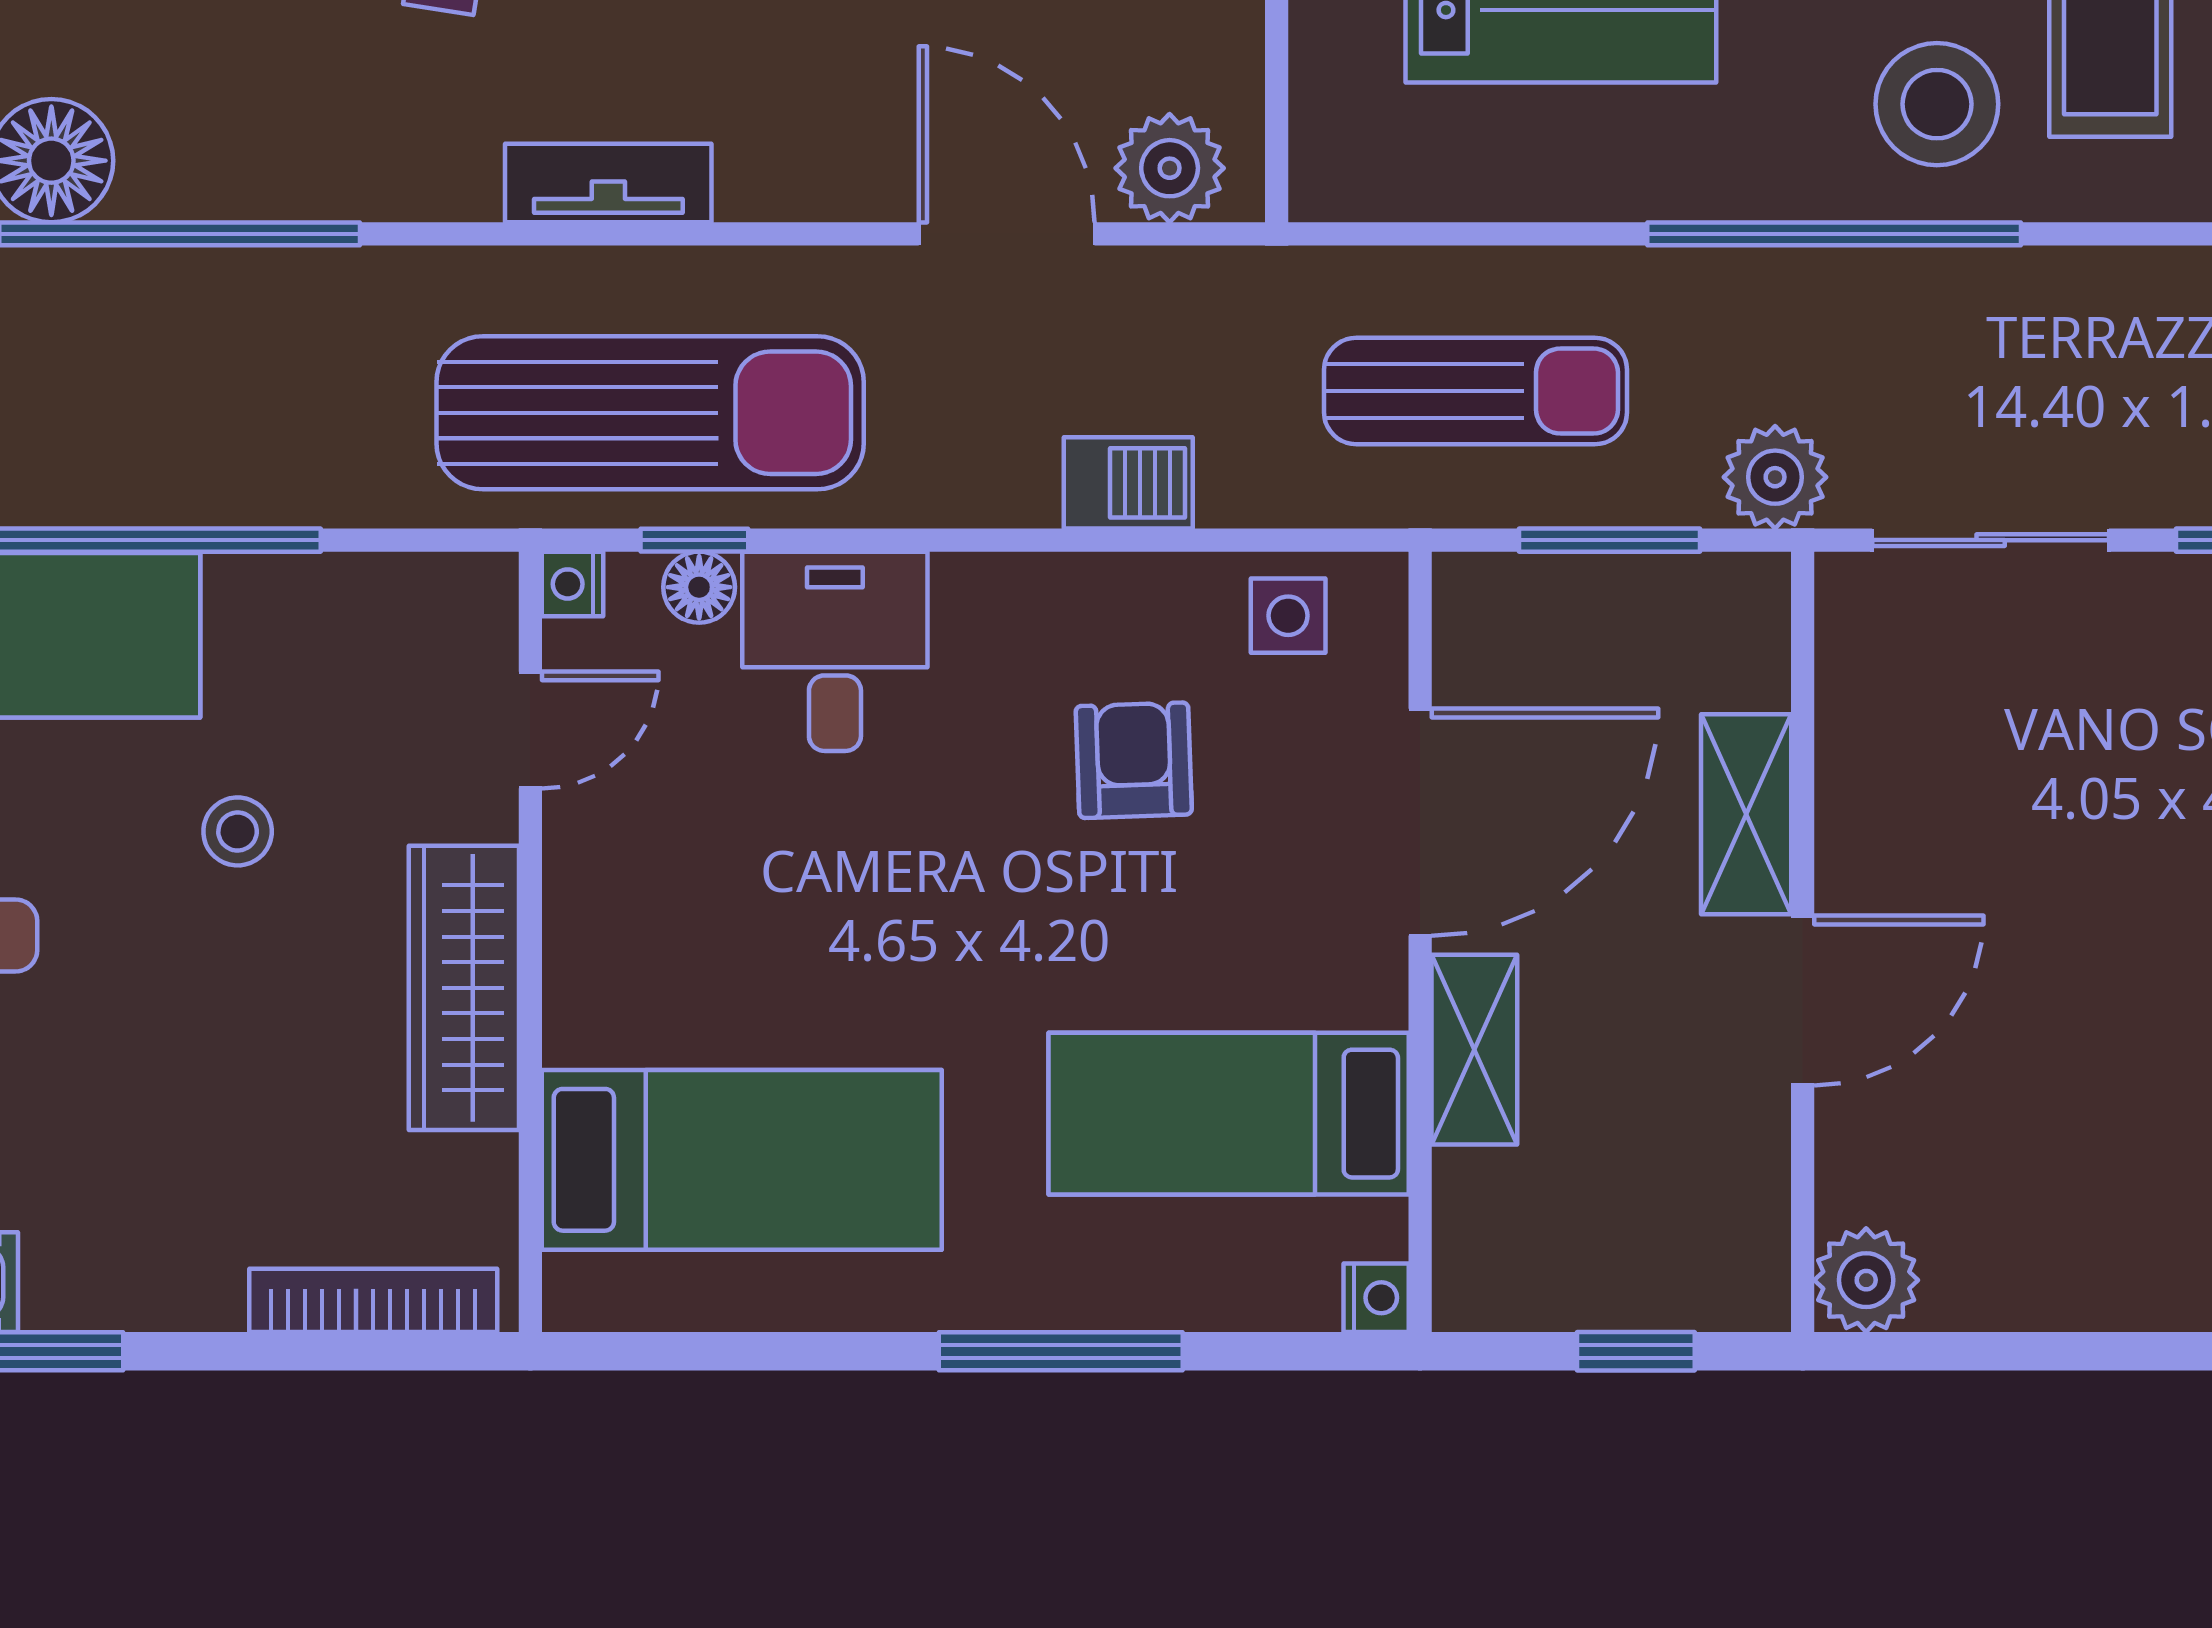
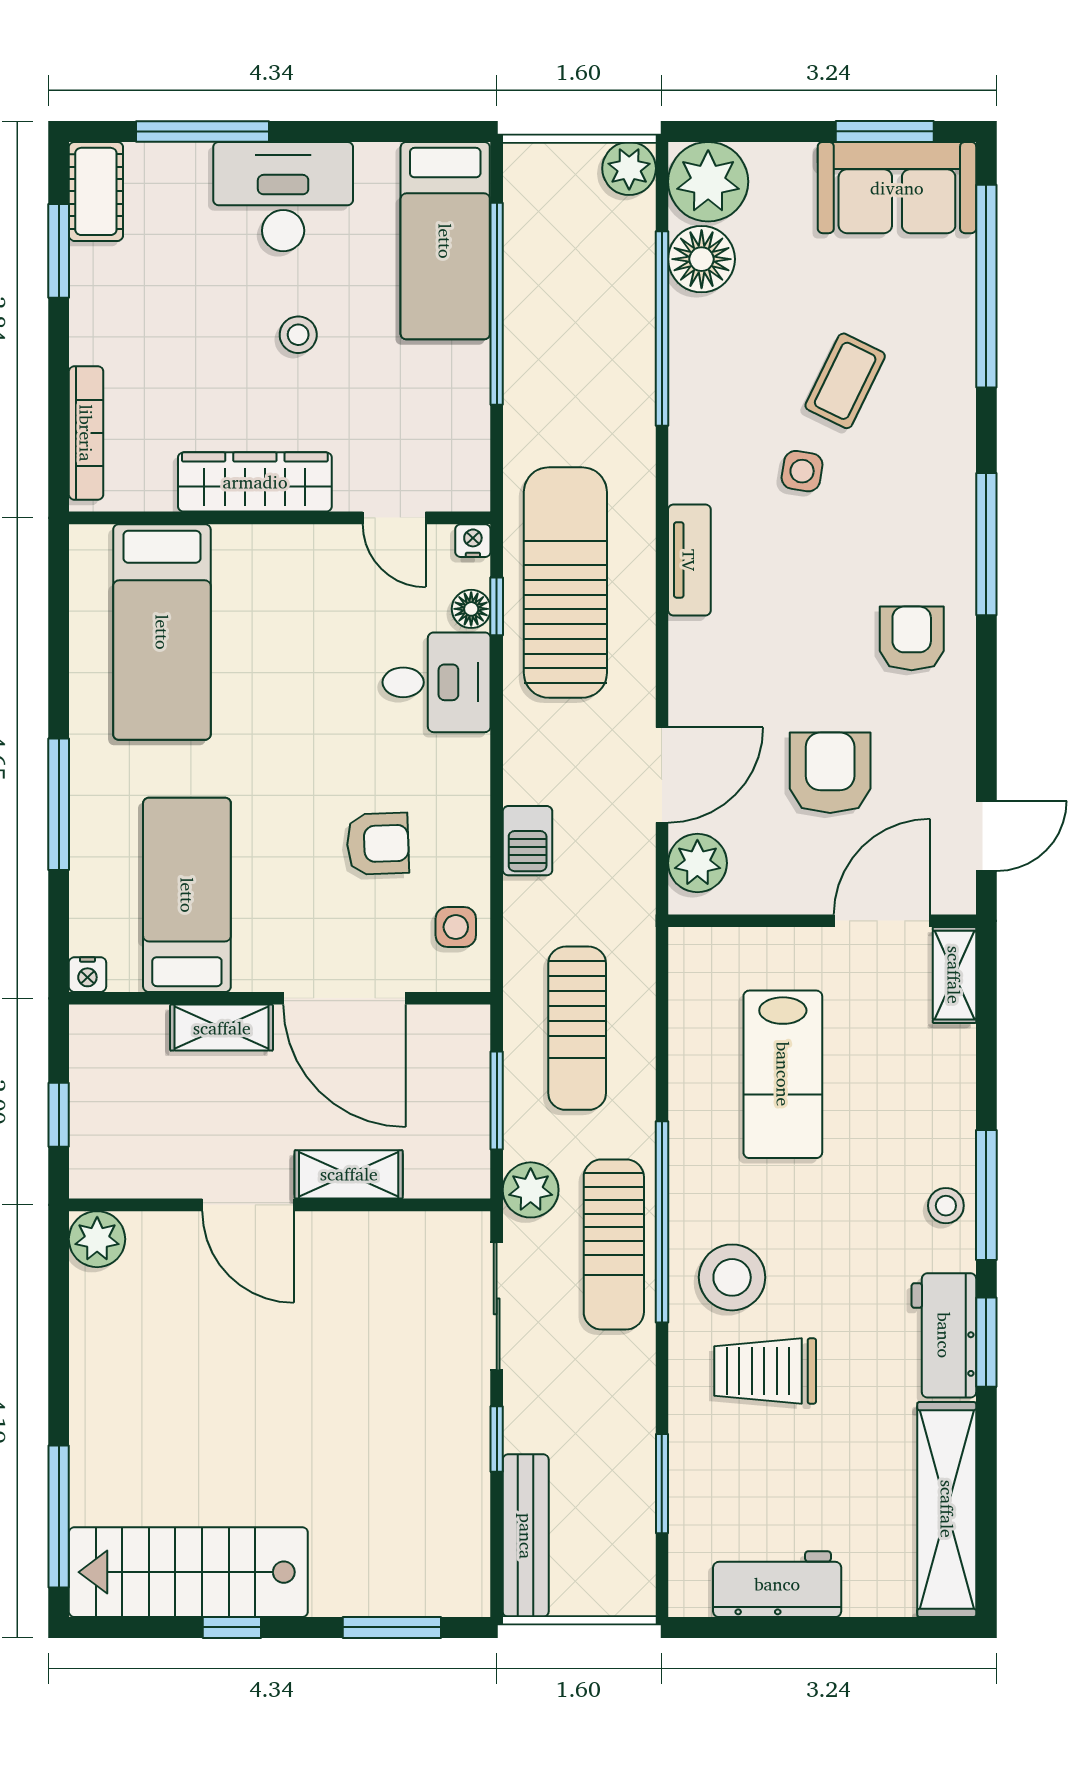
sun lounger: (1876, 323) -> (614, 1244), added
sun lounger: (650, 413) -> (565, 583), turned 180
stool: (238, 831) -> (298, 335), moved

